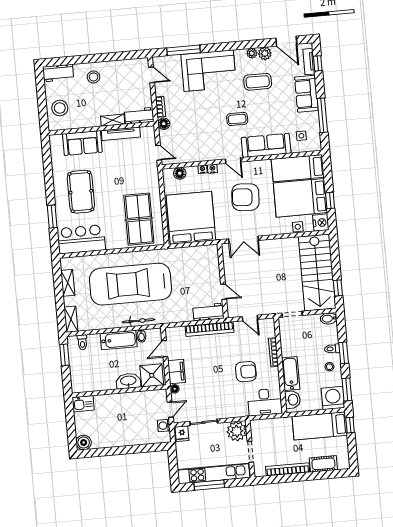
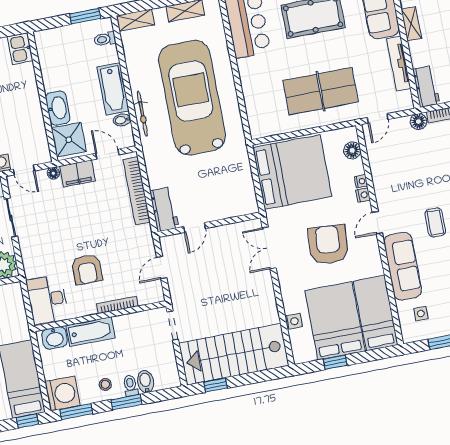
shelving: (113, 120) -> (411, 24), moved
table tennis table: (139, 219) -> (321, 91), moved
nightstand: (321, 223) -> (303, 353), removed
bidet: (329, 319) -> (146, 382), moved
bookcase: (209, 329) -> (137, 191), moved

